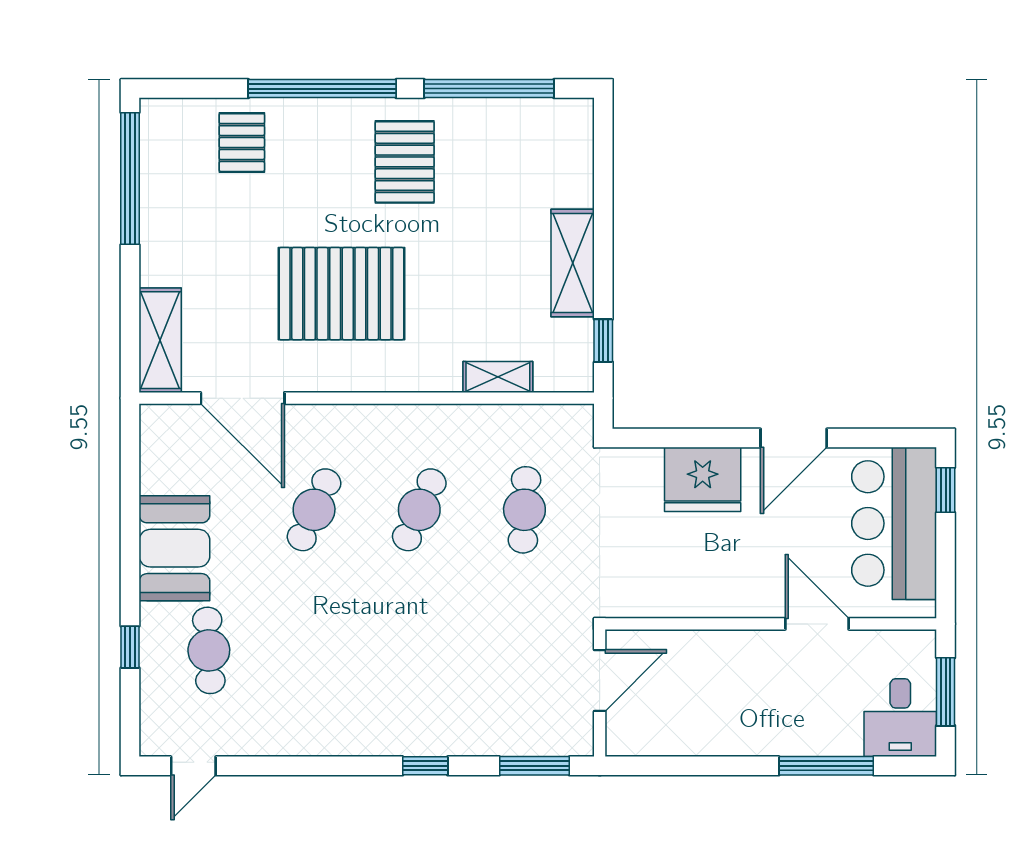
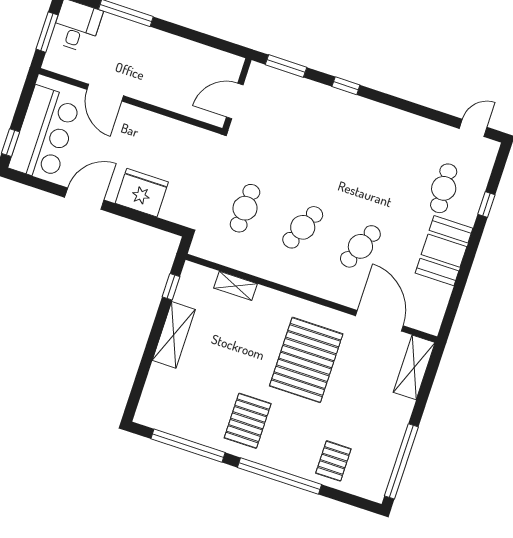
pallet: (341, 294) -> (306, 360), turned 90

